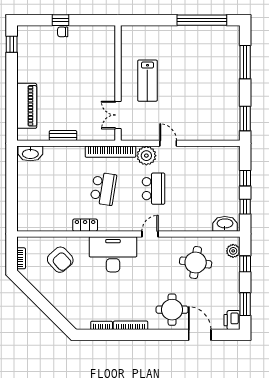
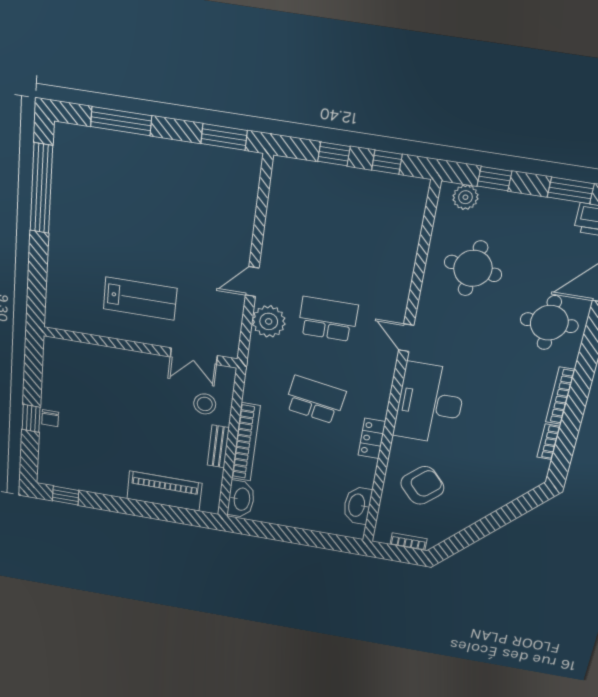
stool: (89, 125) -> (205, 404), added
bookcase: (111, 152) -> (246, 442), moved
washbasin: (225, 224) -> (357, 505), moved

